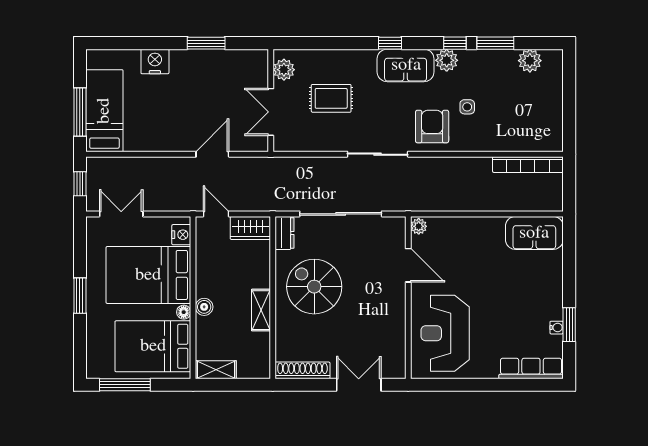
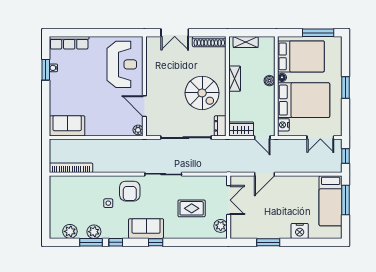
plant: (447, 60) -> (94, 232), moved
shelving: (216, 370) -> (246, 42), moved

